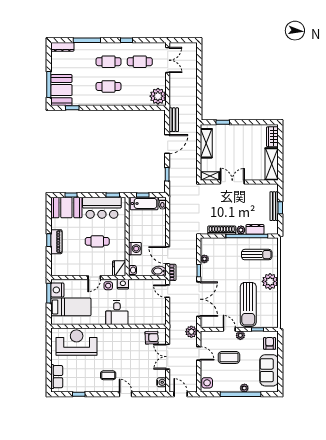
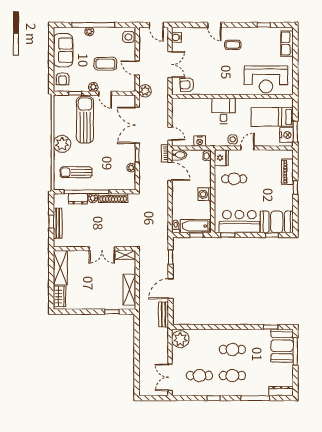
cafe table: (97, 241) -> (234, 179), moved
piano: (56, 242) -> (287, 172), moved
washing machine: (135, 249) -> (204, 194), moved
nightstand: (123, 284) -> (200, 141), moved

